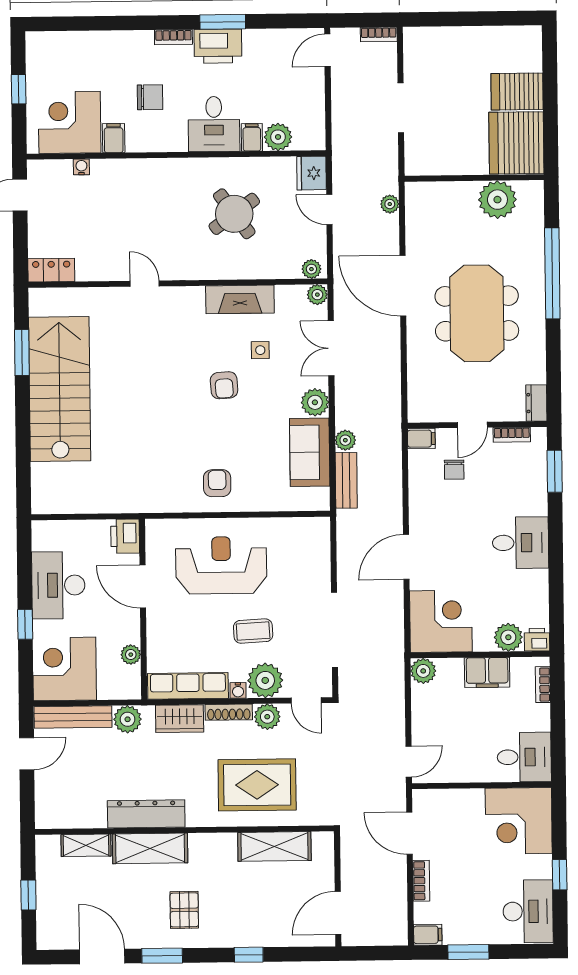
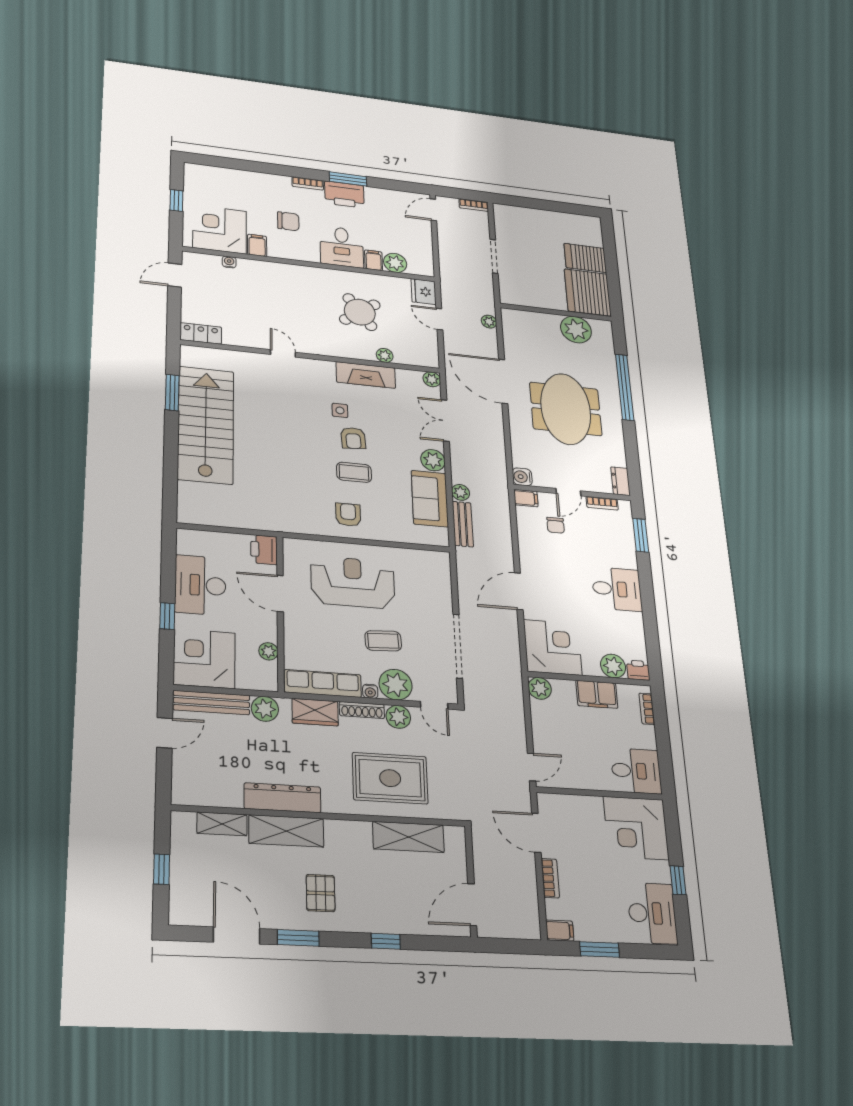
plant: (311, 269) -> (385, 355), moved
side table: (260, 350) -> (340, 410), moved
water cooler: (419, 411) -> (522, 477), added
coffee table: (224, 429) -> (354, 472), added

